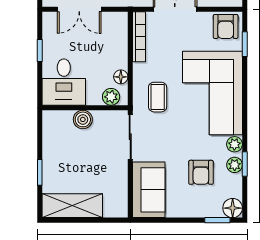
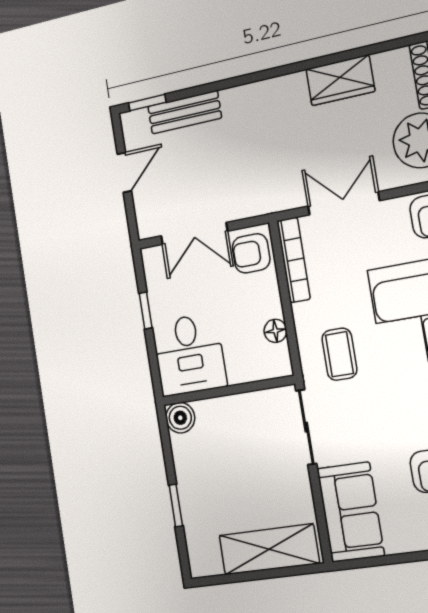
armchair: (113, 28) -> (251, 253), added
plant: (111, 97) -> (265, 366), removed
boiler: (83, 119) -> (180, 418), moved
shelving: (72, 206) -> (269, 549), moved

